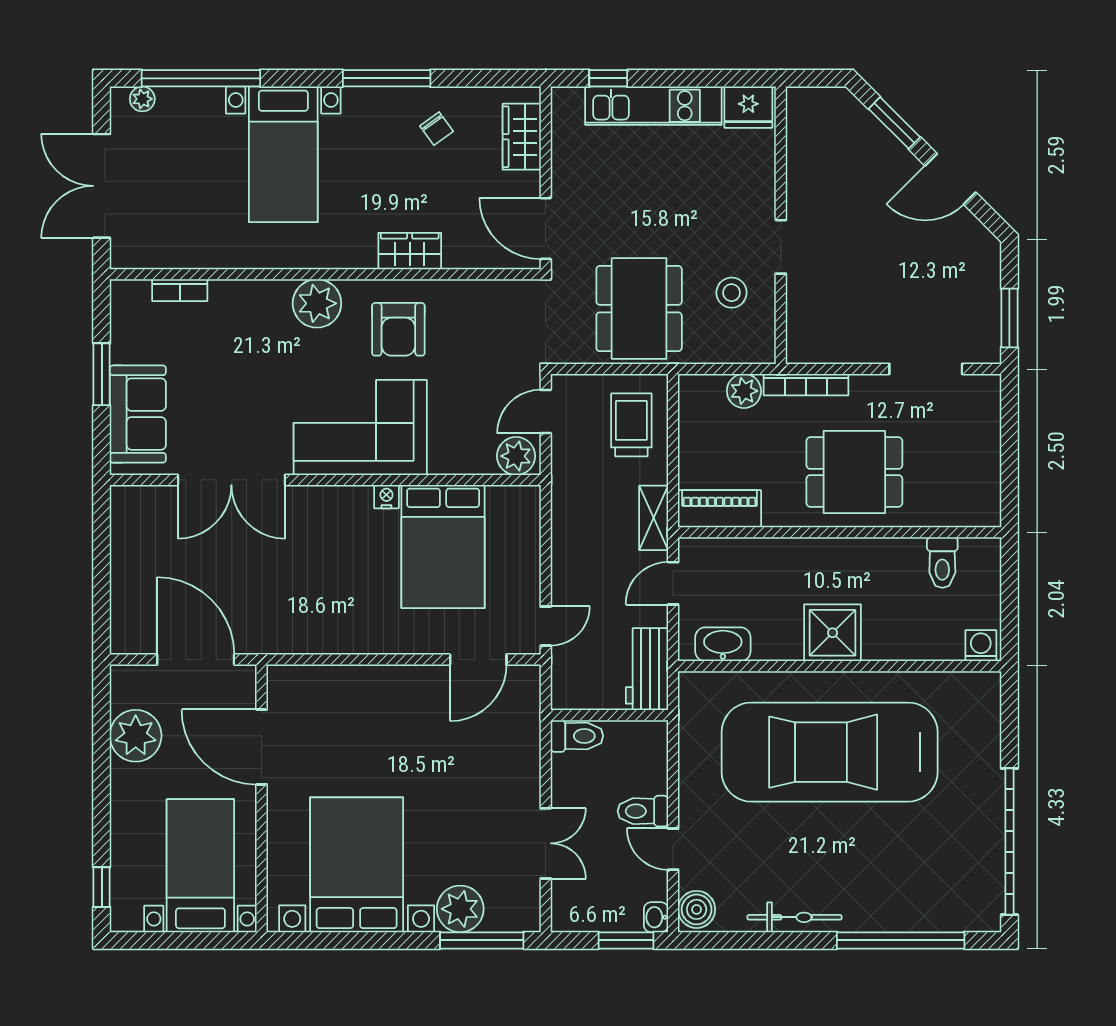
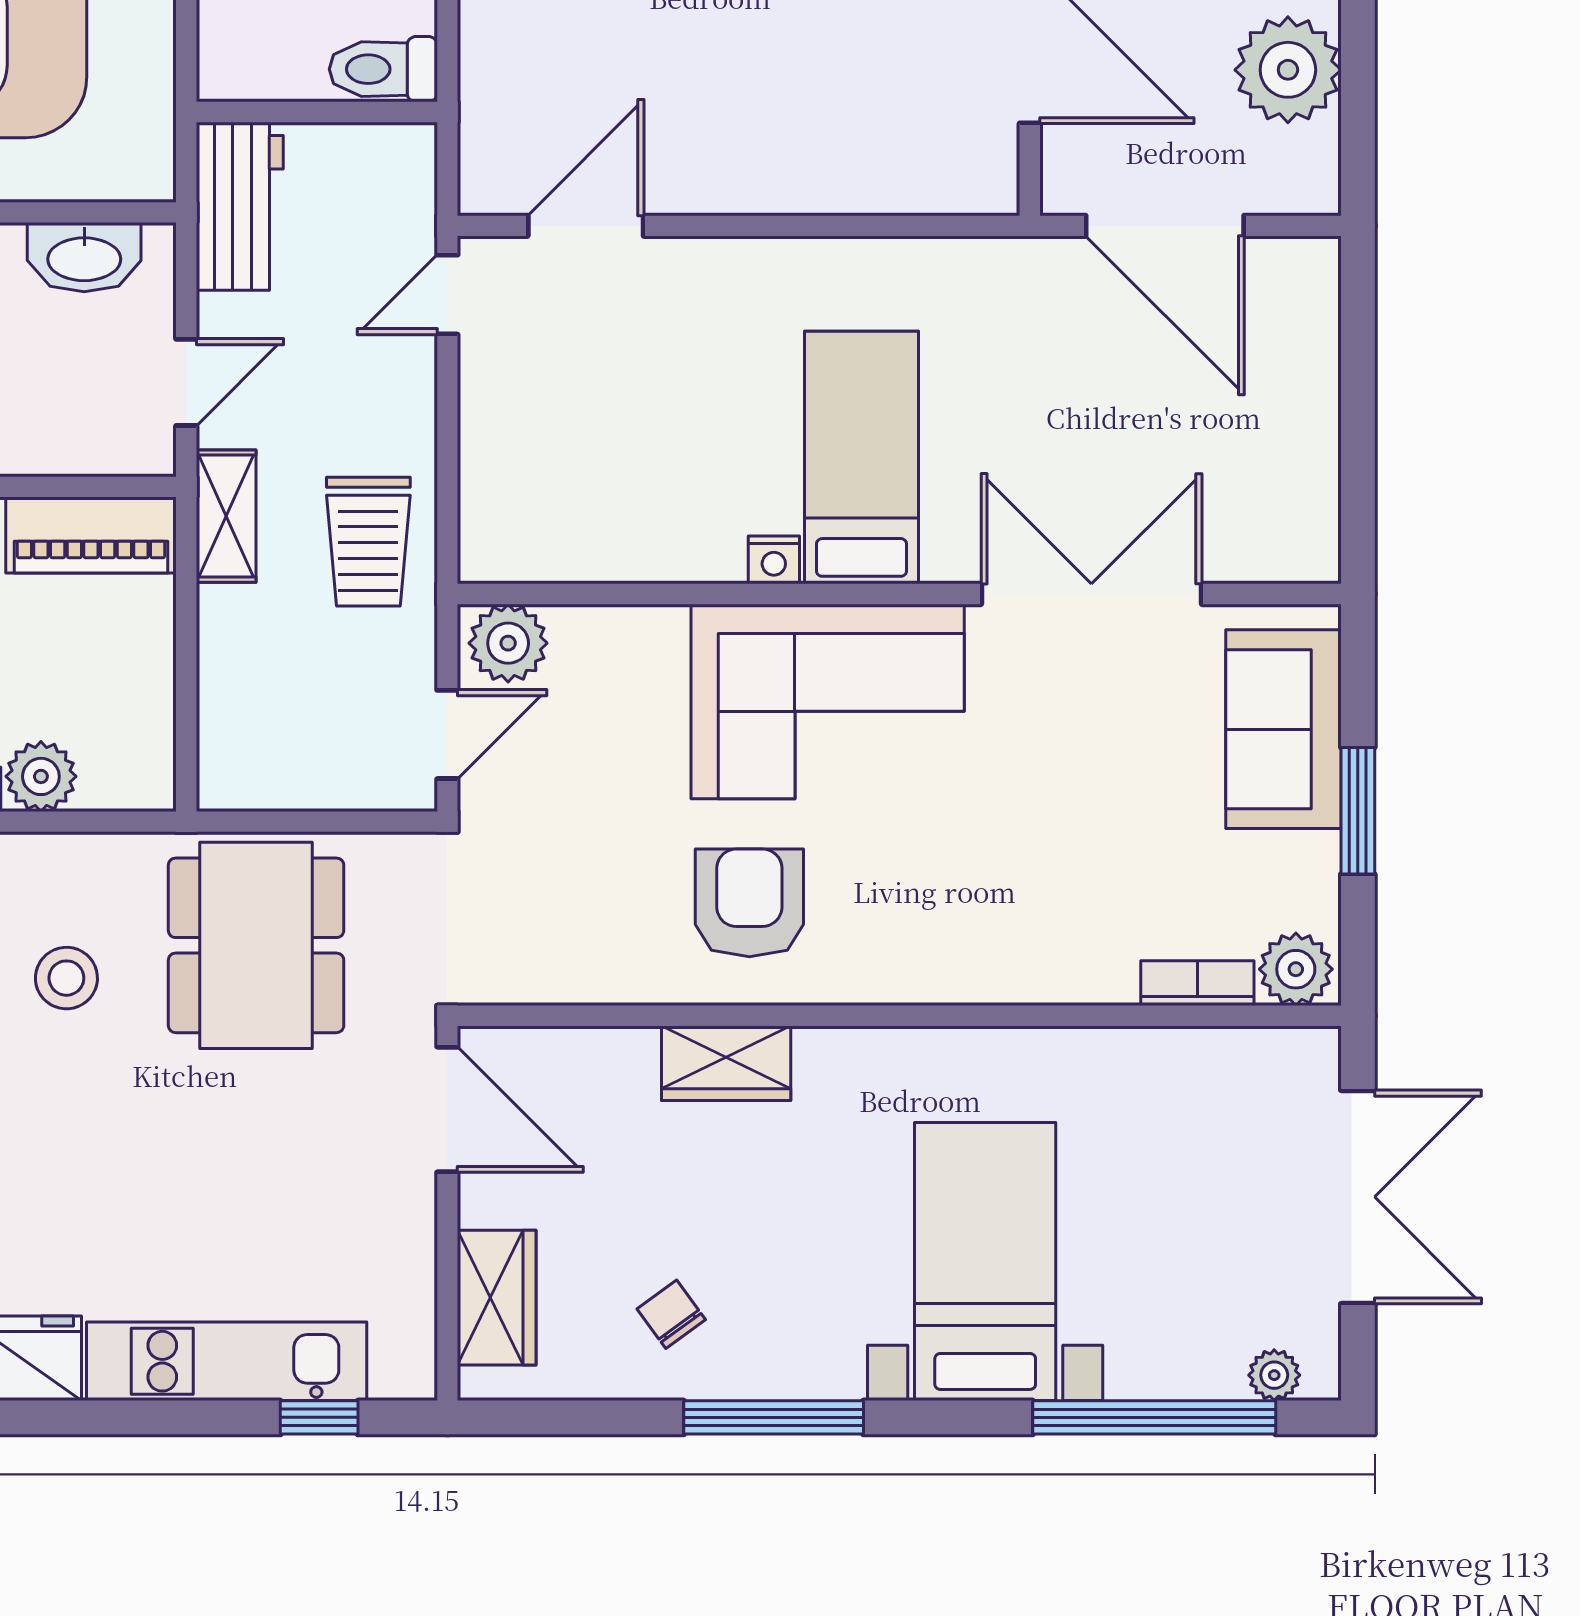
plant: (317, 303) -> (1296, 969), moved, width x0.73, depth x0.73
trolley: (631, 425) -> (368, 542), moved
bed: (443, 547) -> (861, 458), moved, width x0.67

